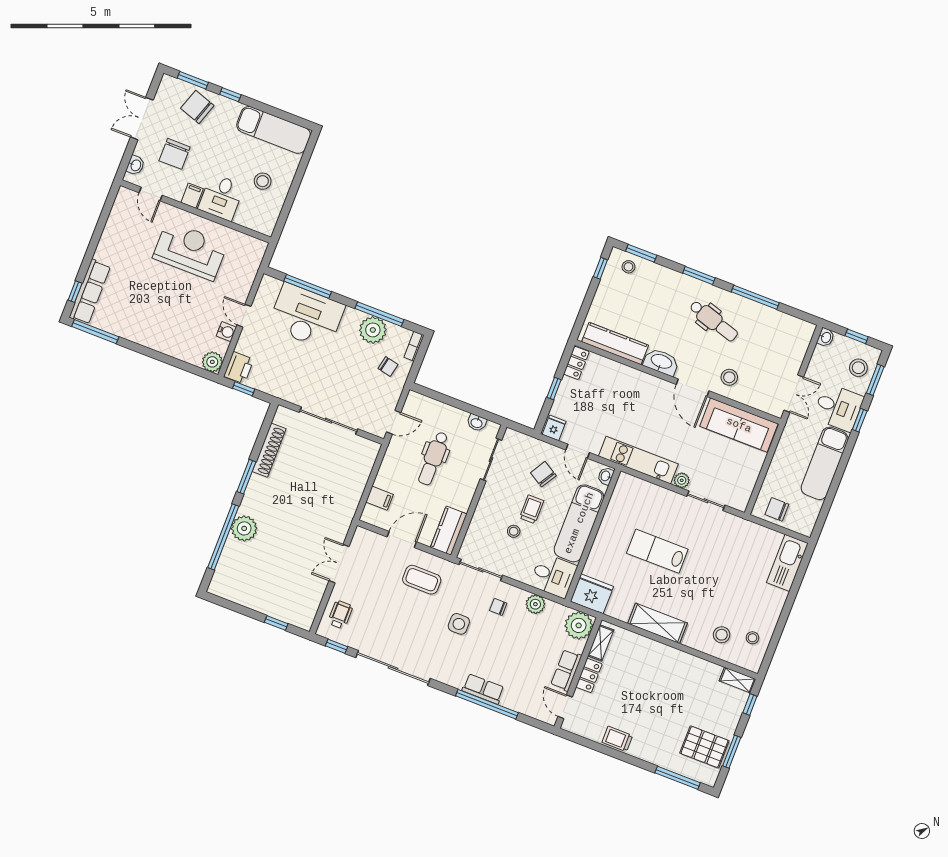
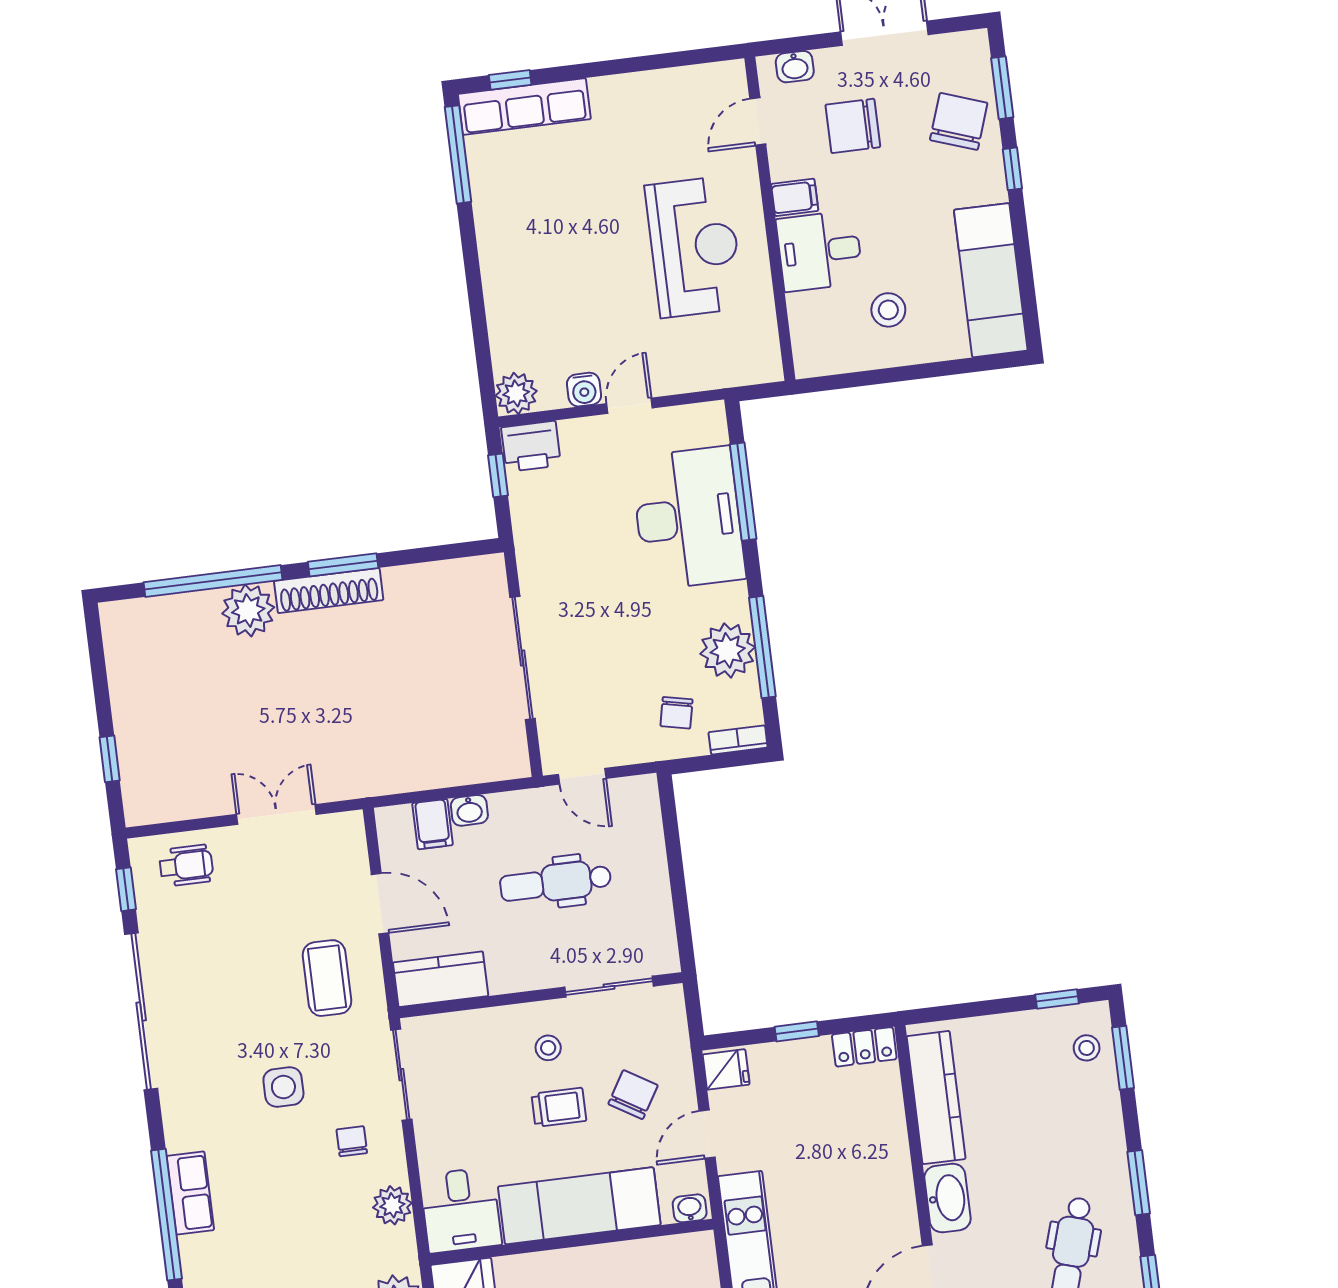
washbasin: (477, 423) -> (469, 810), moved, turned -90
shoe rack: (269, 450) -> (329, 591), moved
stool: (514, 531) -> (548, 1048), moved

